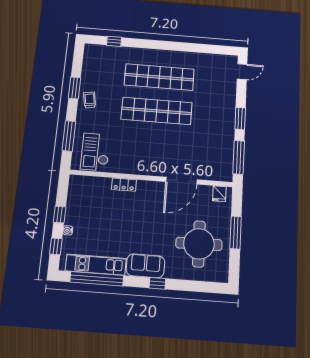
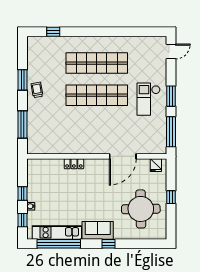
checkout: (95, 152) -> (149, 99), moved
window: (236, 232) -> (171, 197), width x0.46

